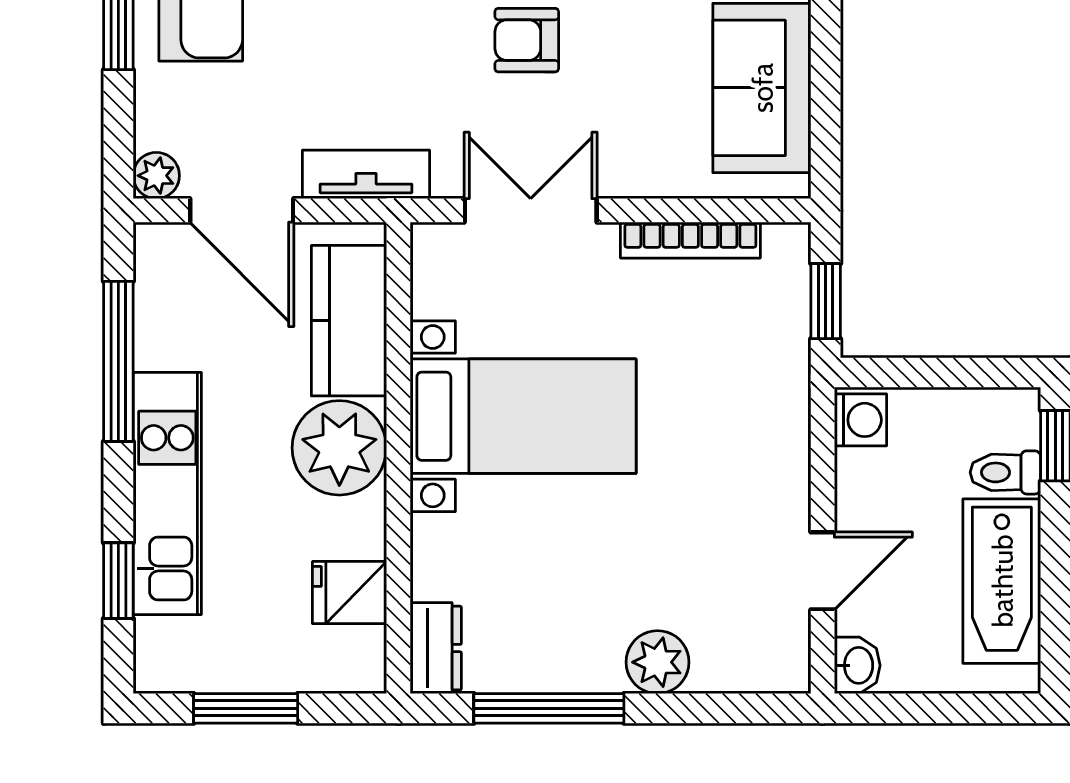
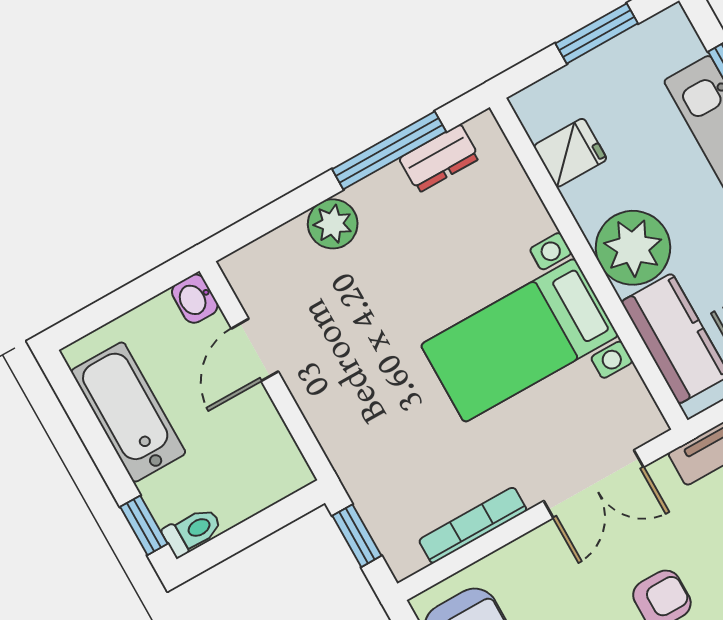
washing machine: (860, 420) -> (287, 468), removed
toilet: (1005, 472) -> (192, 531), moved
dresser: (436, 648) -> (439, 158), moved, turned -90

